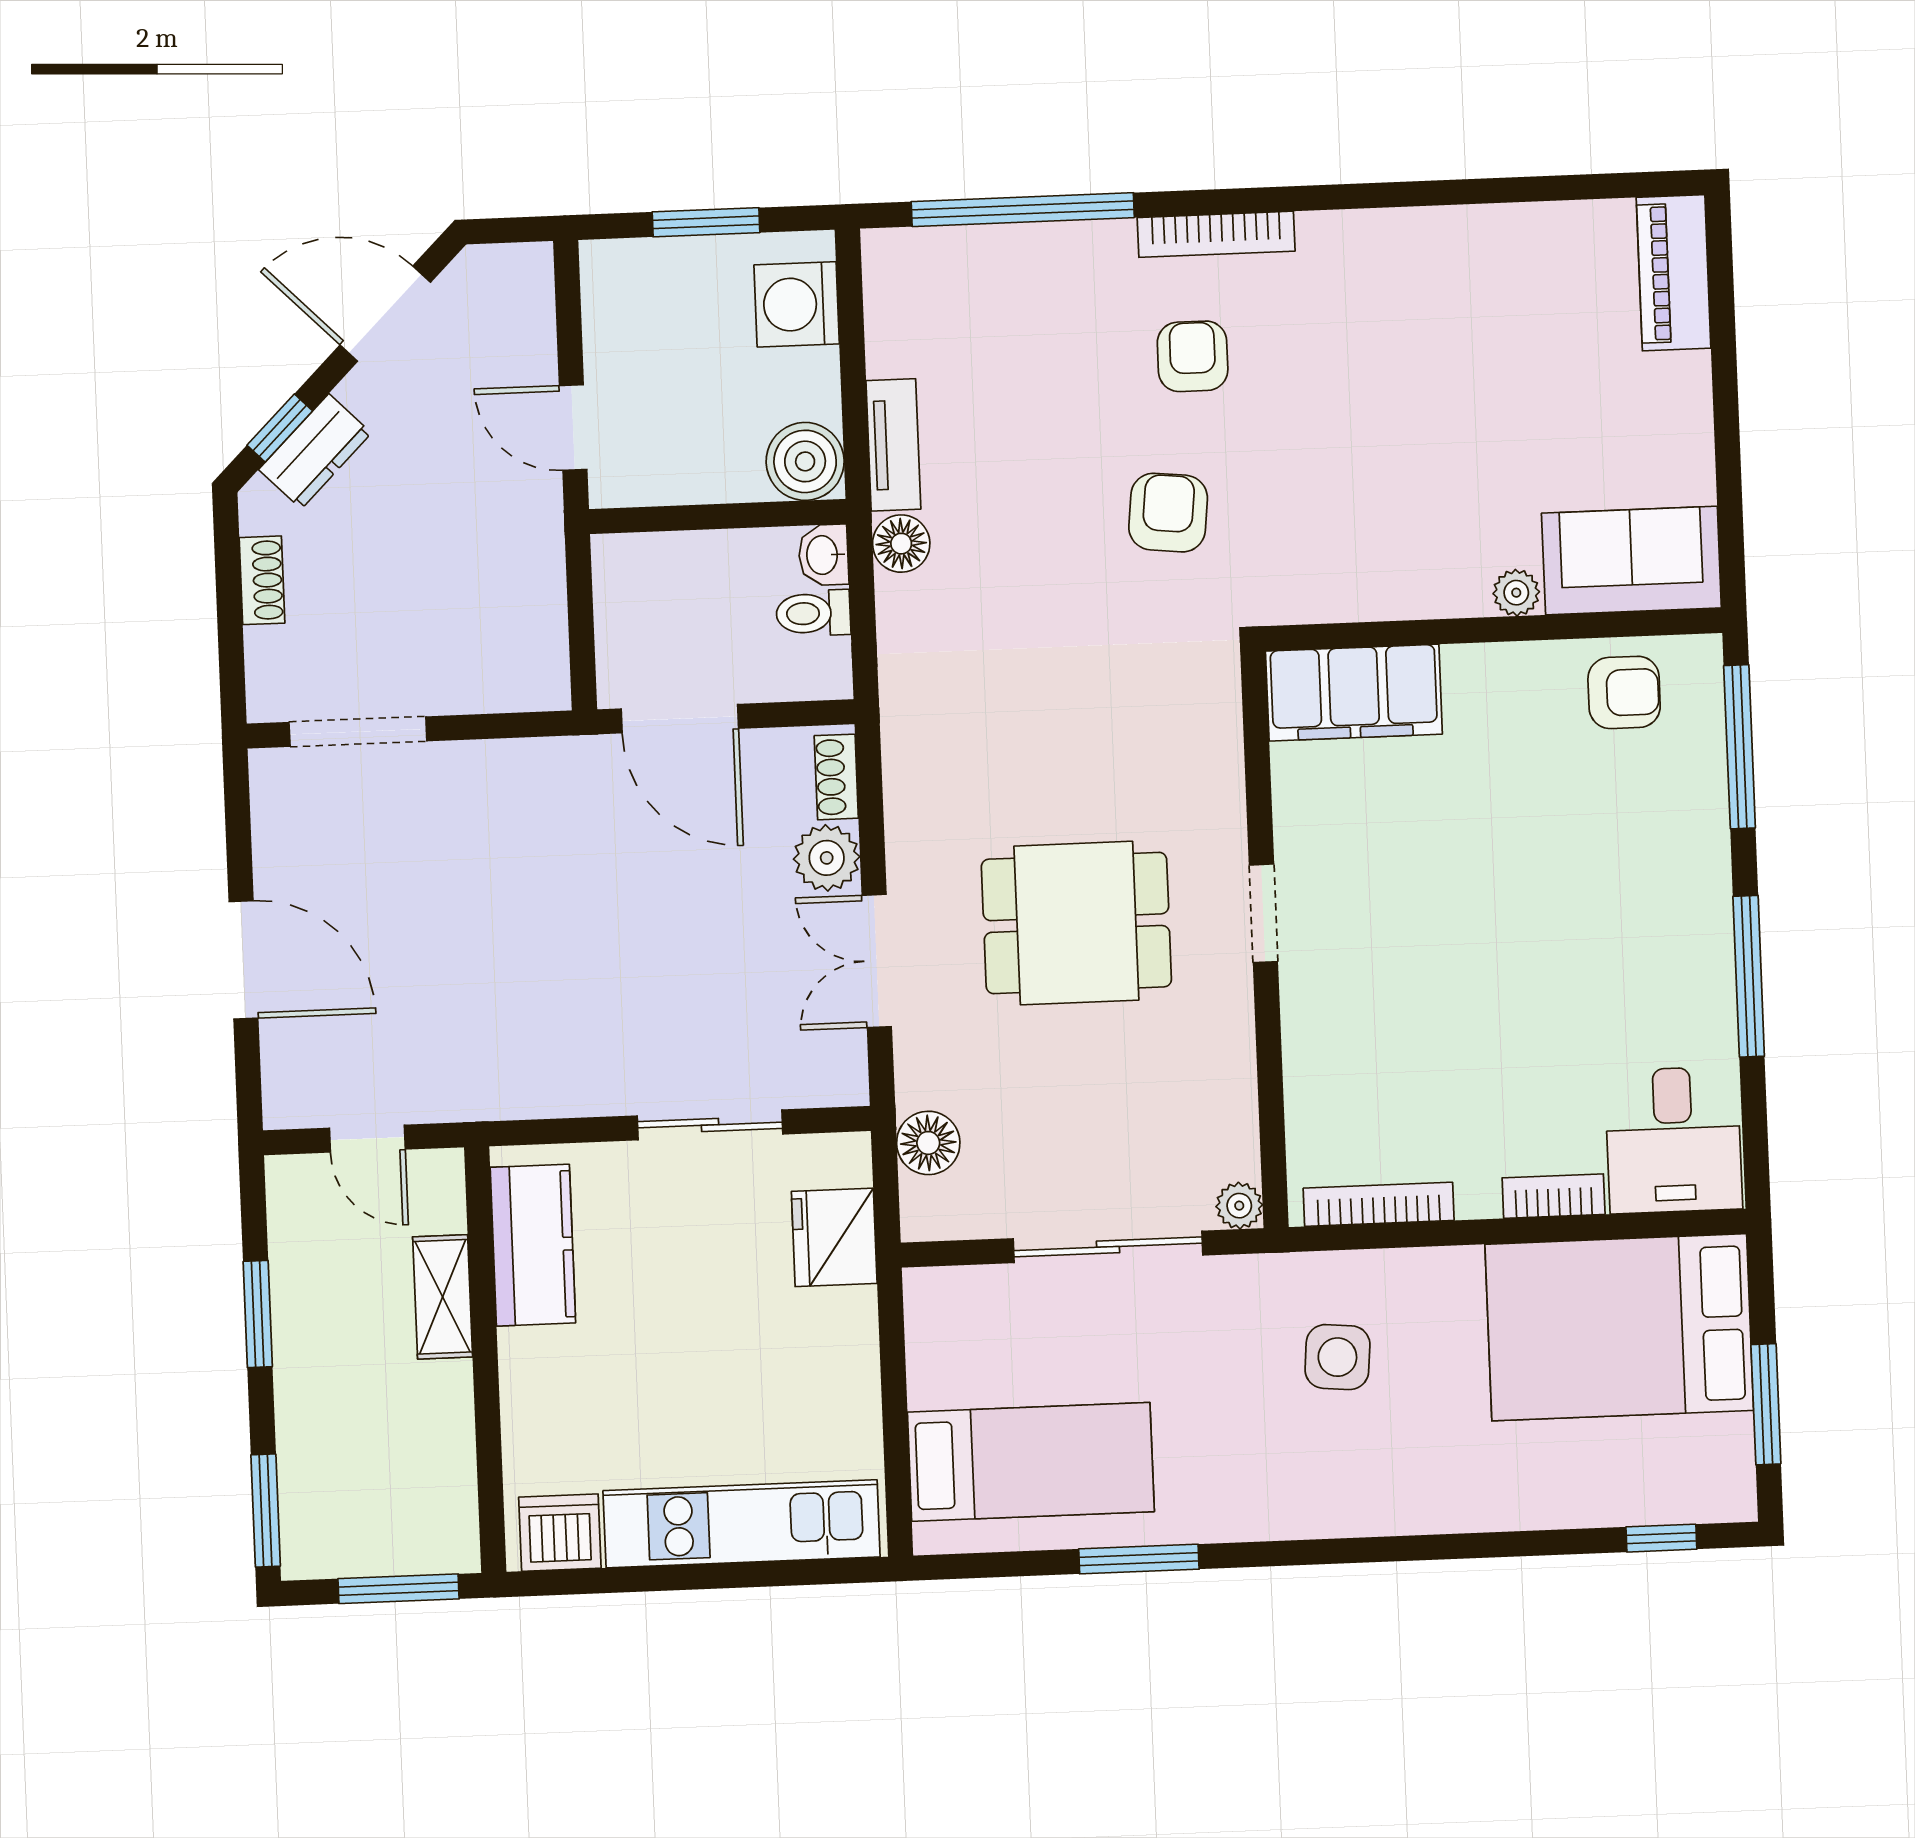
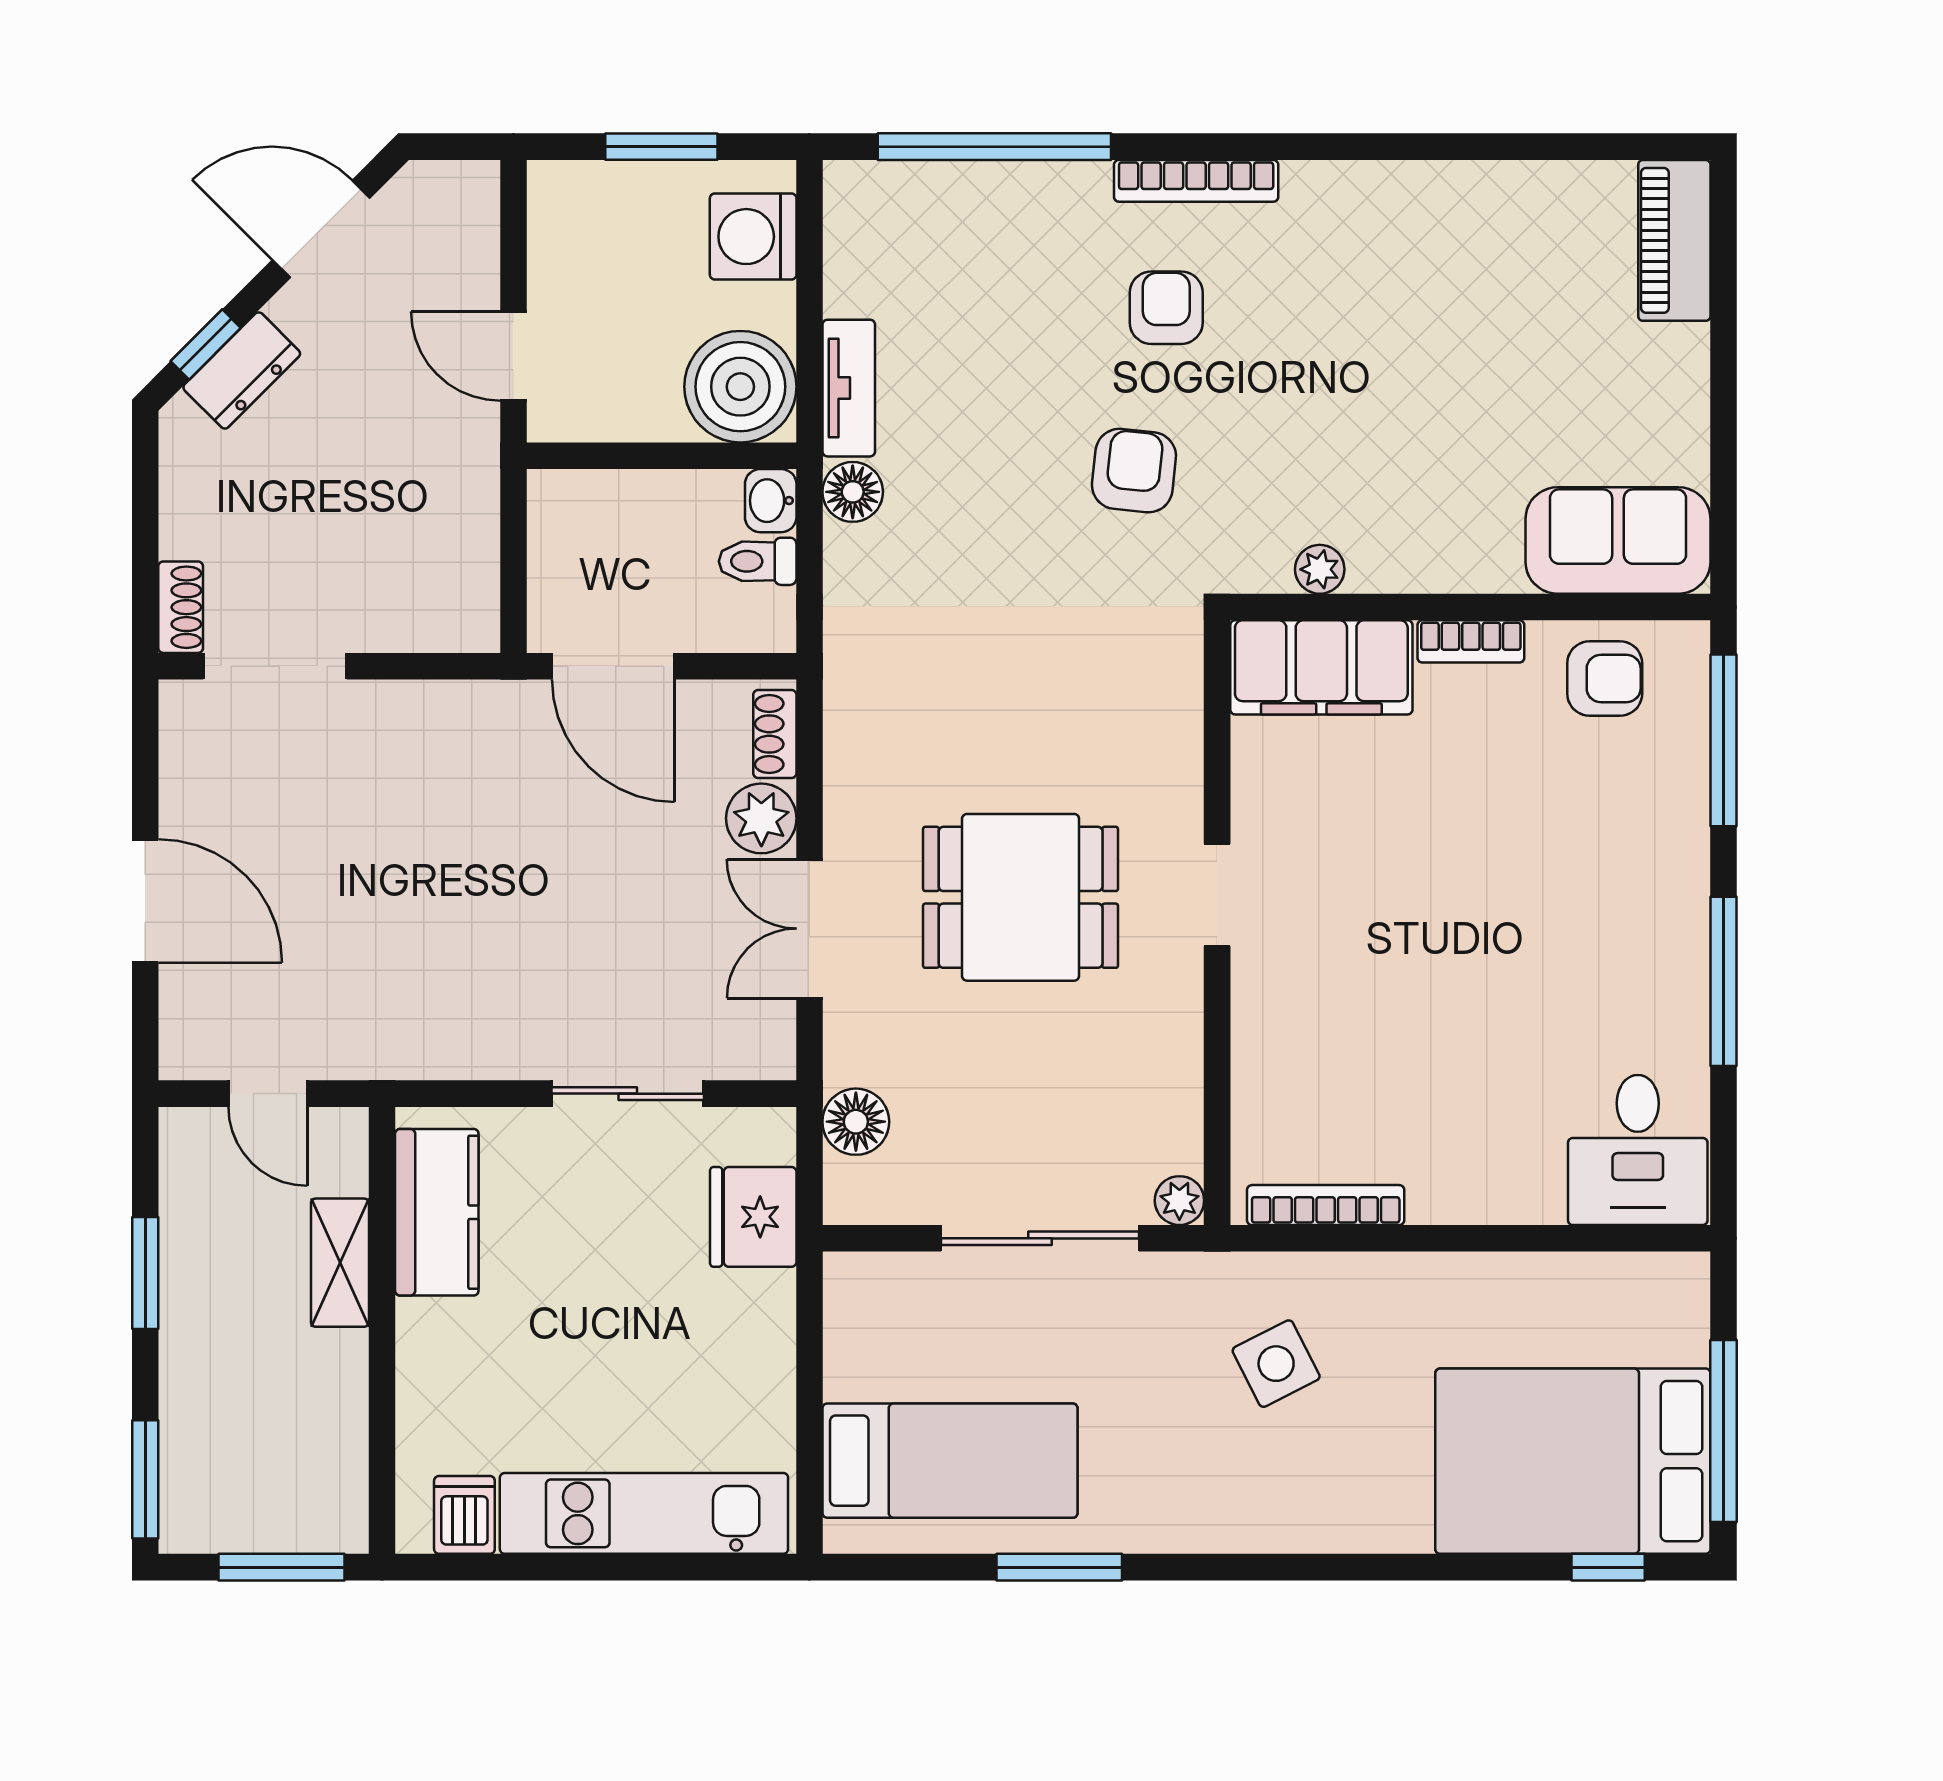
boiler: (805, 461) -> (740, 387), width x1.37, depth x1.37
shoe rack: (262, 580) -> (181, 607), moved
plant: (1516, 593) -> (1320, 569), moved
bookcase: (1554, 1196) -> (1471, 641), moved, turned 180
bed: (1619, 1327) -> (1573, 1461), moved
side table: (1337, 1357) -> (1276, 1364), turned -32
window: (1766, 1404) -> (1724, 1431), width x1.44
dishwasher: (560, 1533) -> (464, 1515), width x0.73

